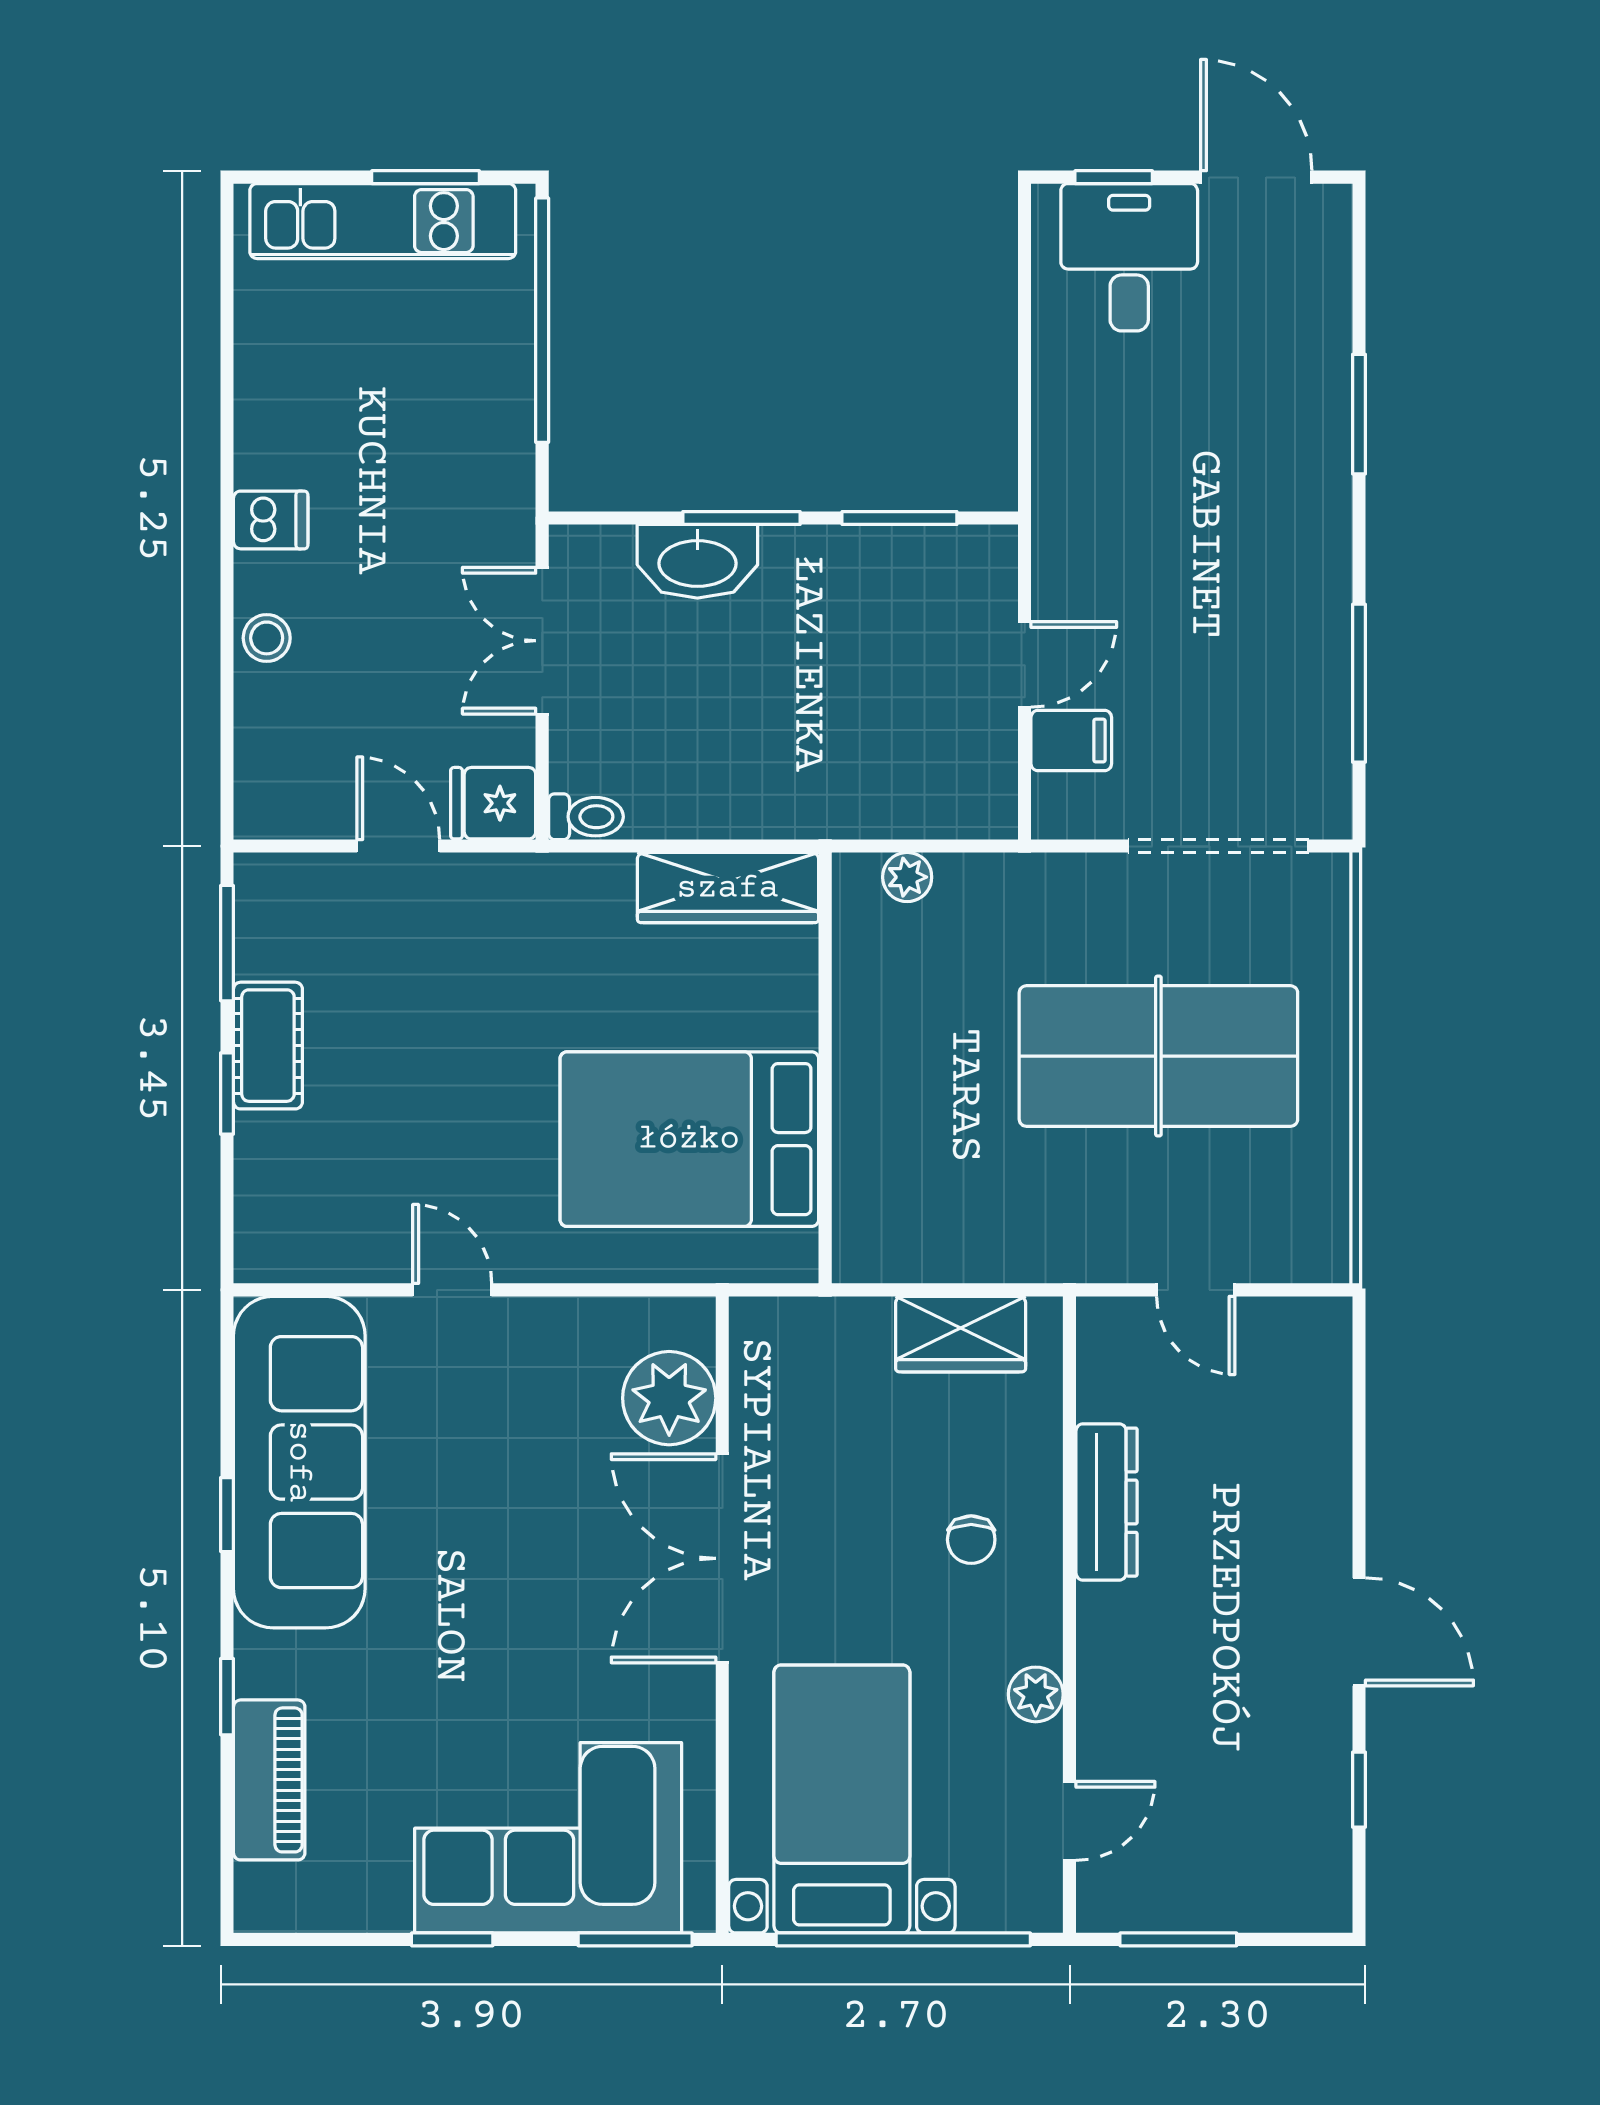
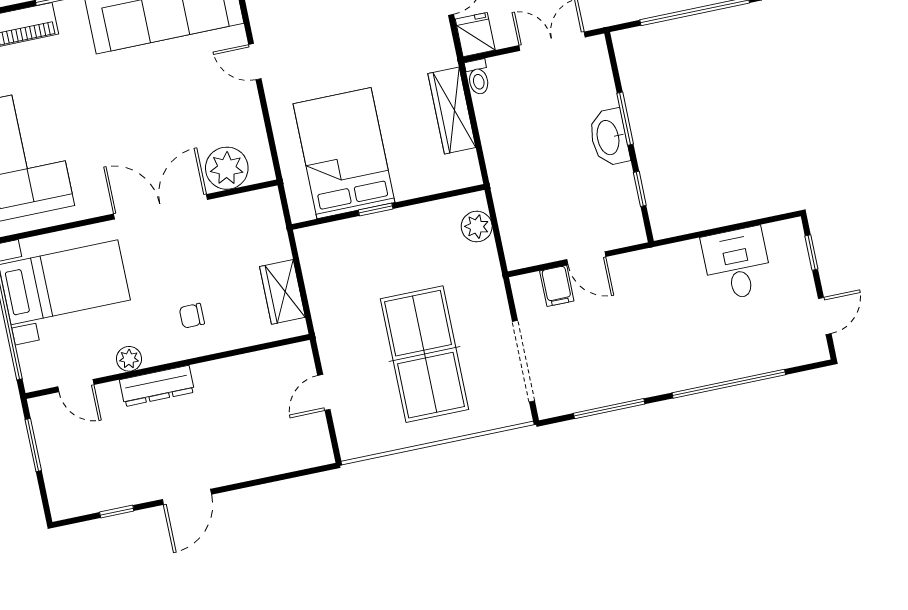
door: (1256, 177) -> (825, 316), width x0.73
desk: (1129, 257) -> (737, 264), moved, turned -90
window: (1359, 414) -> (729, 384), width x2.11
window: (899, 518) -> (640, 189), width x0.67
washbasin: (697, 561) -> (609, 137), moved
plant: (907, 877) -> (477, 226), width x1.38, depth x1.38
wardrobe: (728, 888) -> (452, 111), moved
window: (825, 1096) -> (376, 210), added
door: (452, 1290) -> (255, 62), swing flipped
dresser: (1107, 1502) -> (157, 386), moved

